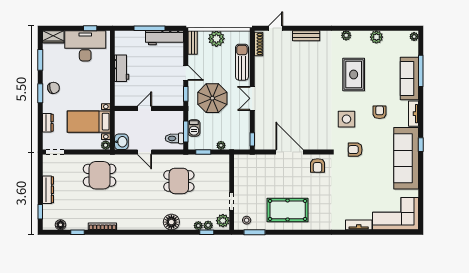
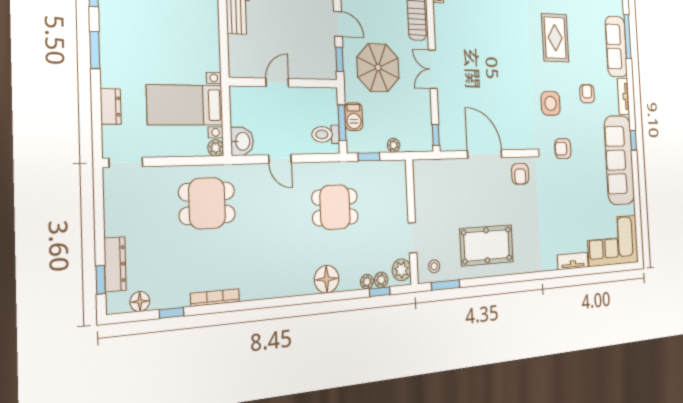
chair: (54, 88) -> (120, 41), removed
dresser: (48, 190) -> (115, 264), moved

